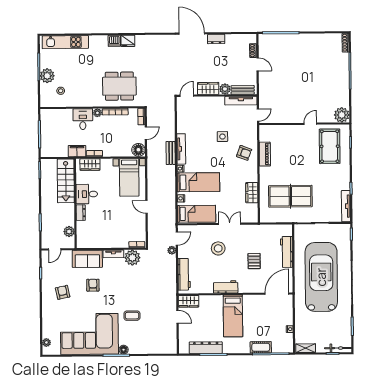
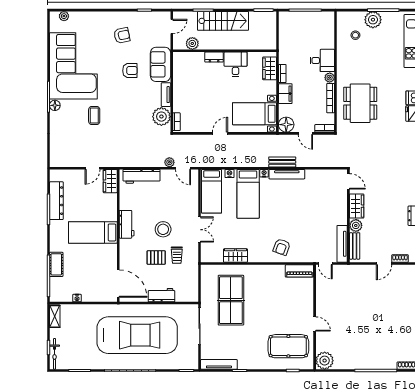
side table: (222, 137) -> (301, 222), removed
filing cabinet: (77, 151) -> (285, 94), moved
piano: (265, 154) -> (299, 271), moved
stairs: (66, 181) -> (223, 21), moved, turned 180
trolley: (252, 243) -> (177, 255), added
stool: (218, 248) -> (163, 229), moved
door: (55, 249) -> (172, 27), swing flipped
workbench: (286, 252) -> (162, 295), width x0.73

